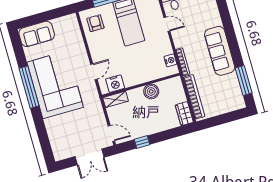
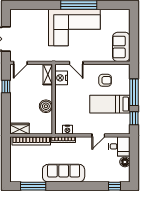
armchair: (95, 23) -> (105, 80), moved
sofa: (37, 34) -> (121, 47), moved

